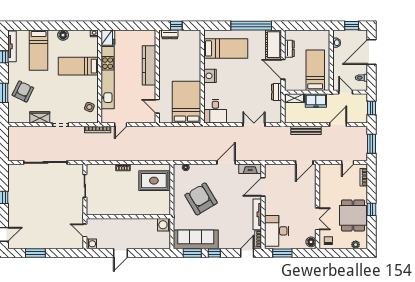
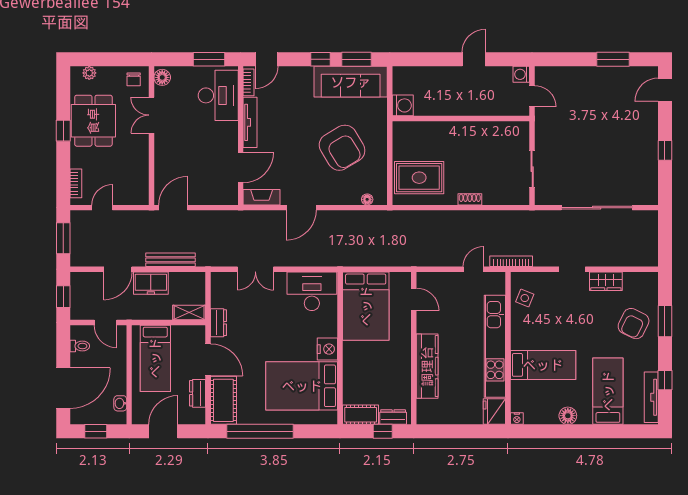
door: (310, 26) -> (163, 431), added
cot: (190, 36) -> (361, 415), added
bed: (226, 48) -> (302, 386), width x1.50
freezer: (316, 101) -> (151, 283), moved, turned 180
desk: (215, 111) -> (312, 291), width x1.37

